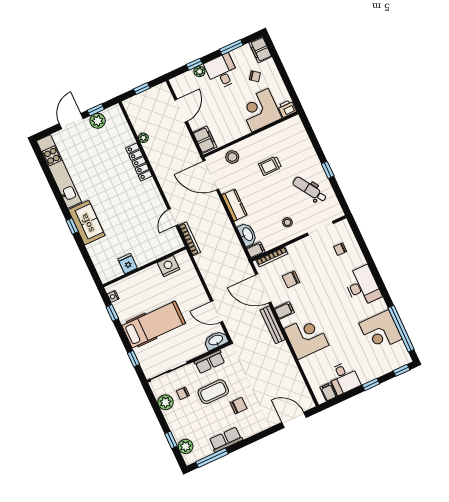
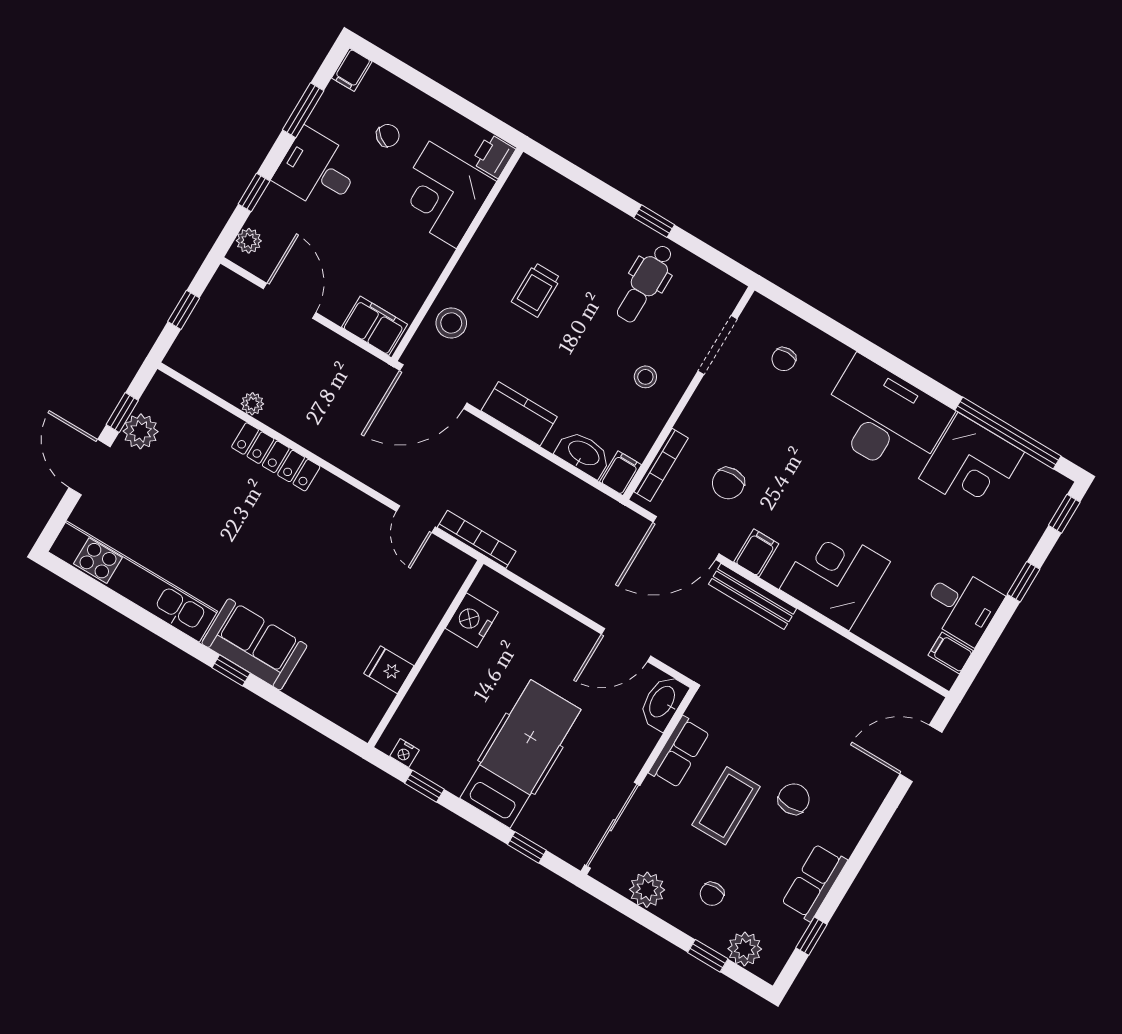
filing cabinet: (260, 50) -> (352, 70), width x0.50
plant: (199, 71) -> (249, 241), moved
dental chair: (310, 190) -> (645, 283), turned -57
desk: (362, 286) -> (884, 418), width x1.36, depth x1.30
chair: (183, 393) -> (712, 894), moved
window: (212, 458) -> (811, 936), width x0.46

